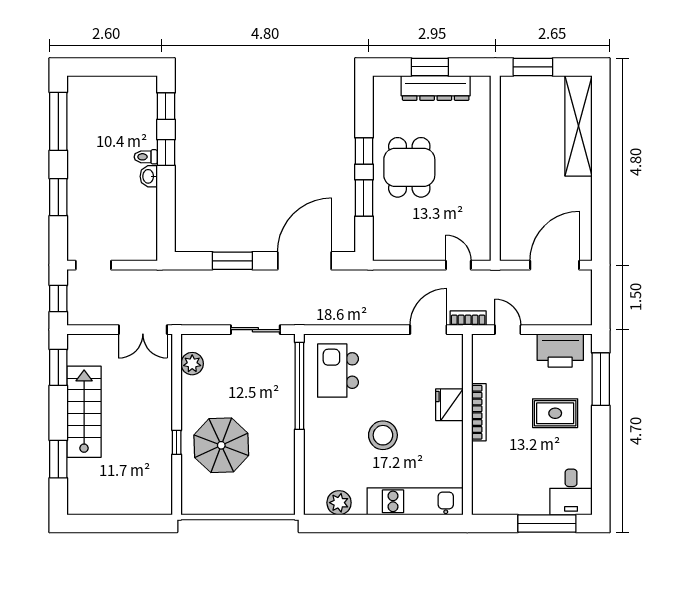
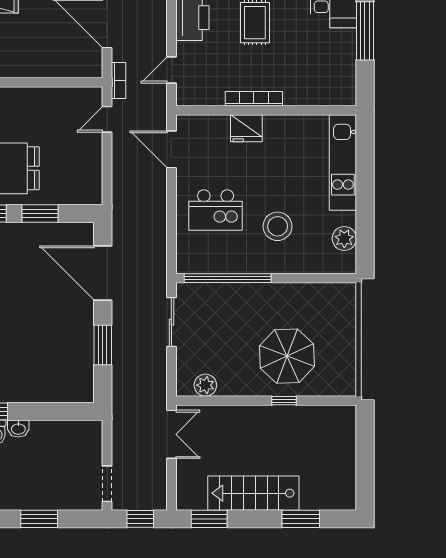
bookcase: (468, 318) -> (118, 81), moved, turned 180
kitchen island: (338, 371) -> (216, 210), moved
stool: (383, 435) -> (278, 226), moved

